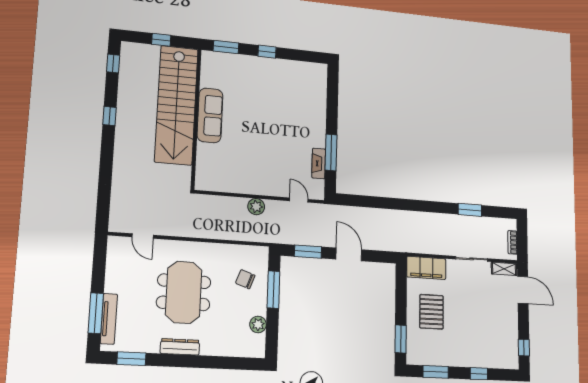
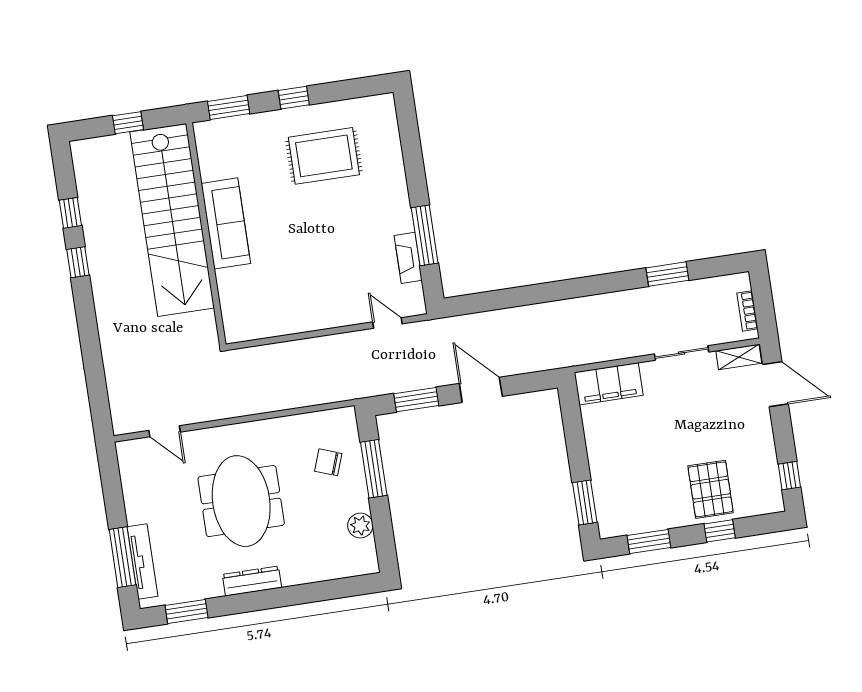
window: (113, 63) -> (70, 213), moved
rug: (279, 90) -> (324, 156), added
plant: (256, 207) -> (324, 348), removed
pallet: (431, 312) -> (711, 489), moved

